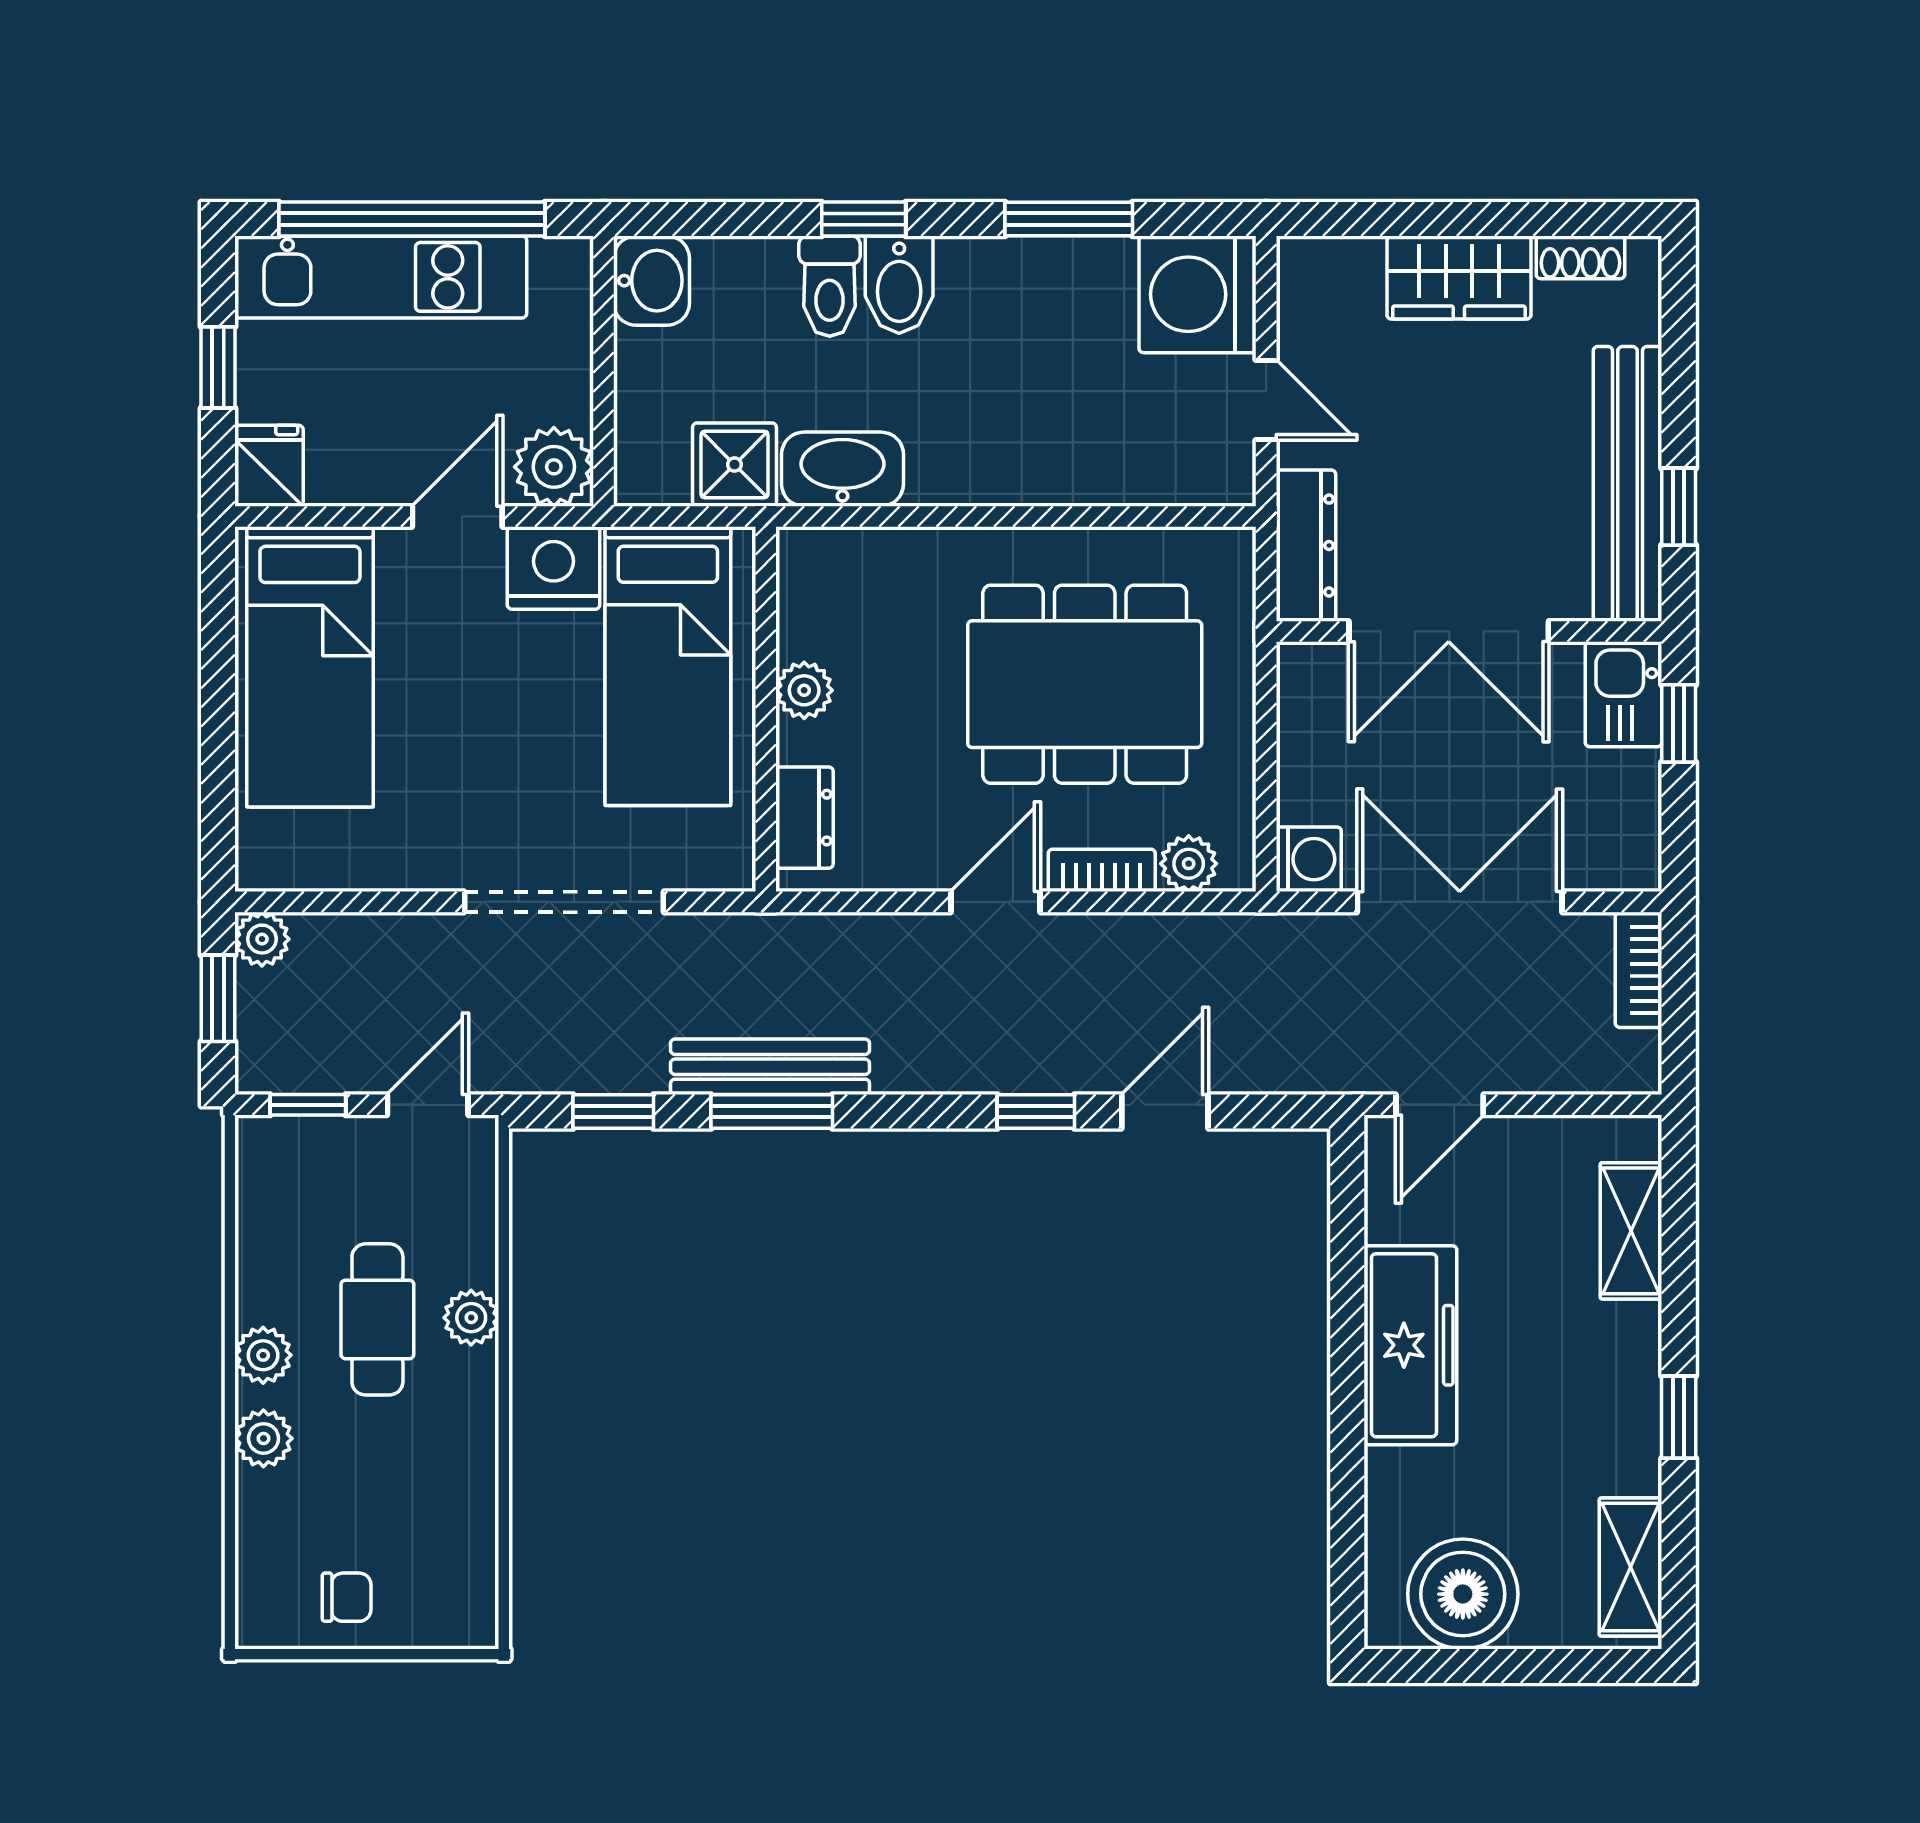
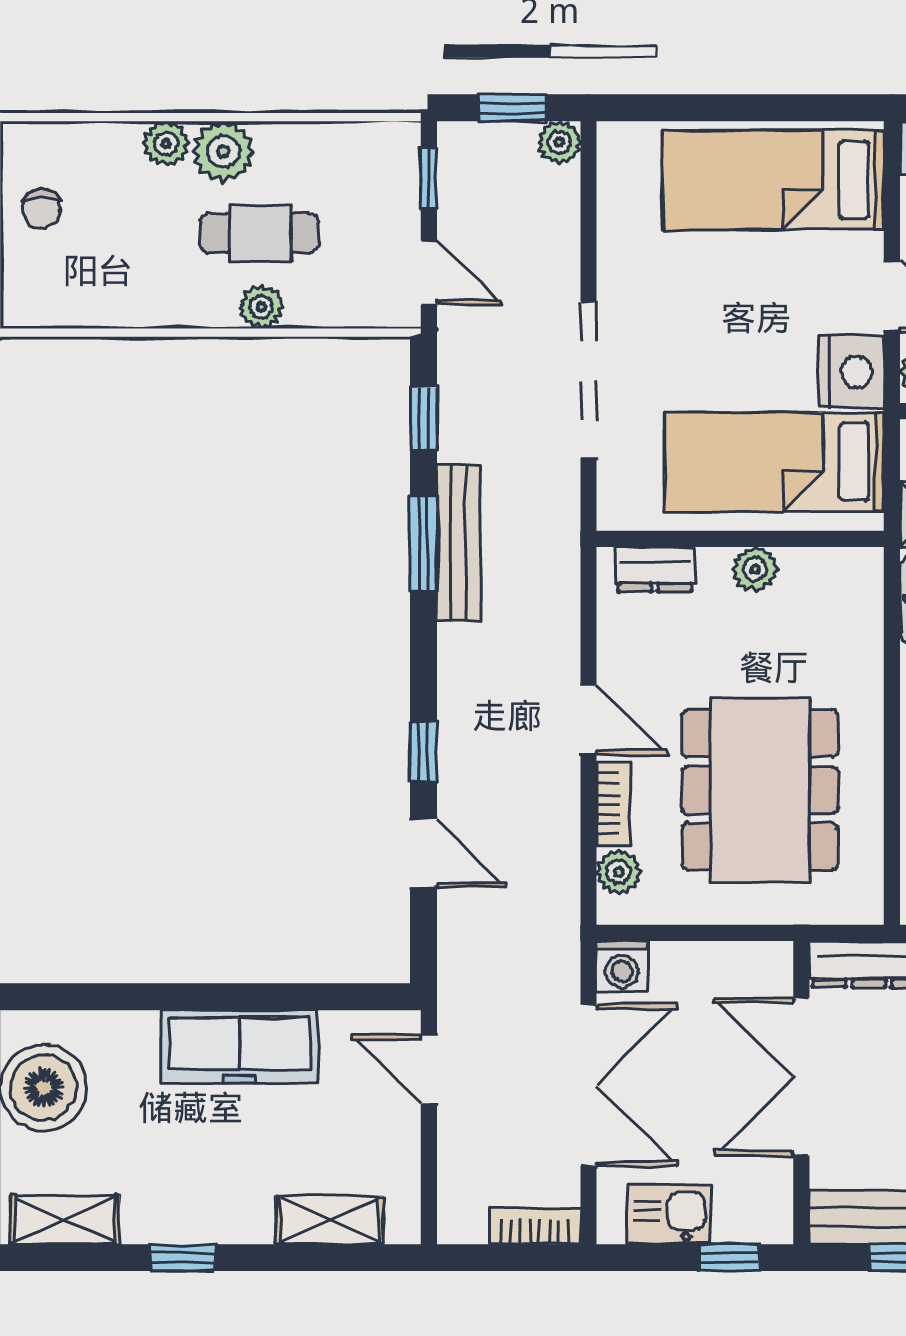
kitchen sink: (1624, 694) -> (670, 1214), moved
plant: (263, 1355) -> (223, 151), width x1.38, depth x1.38

